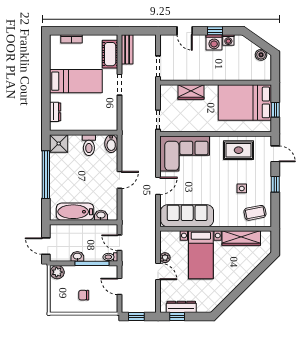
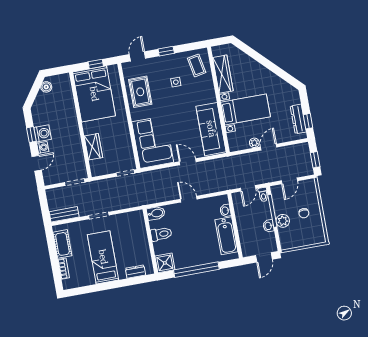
washing machine: (228, 40) -> (43, 147), moved
cot: (110, 54) -> (62, 244), moved, turned 90
plant: (57, 272) -> (283, 221), moved

